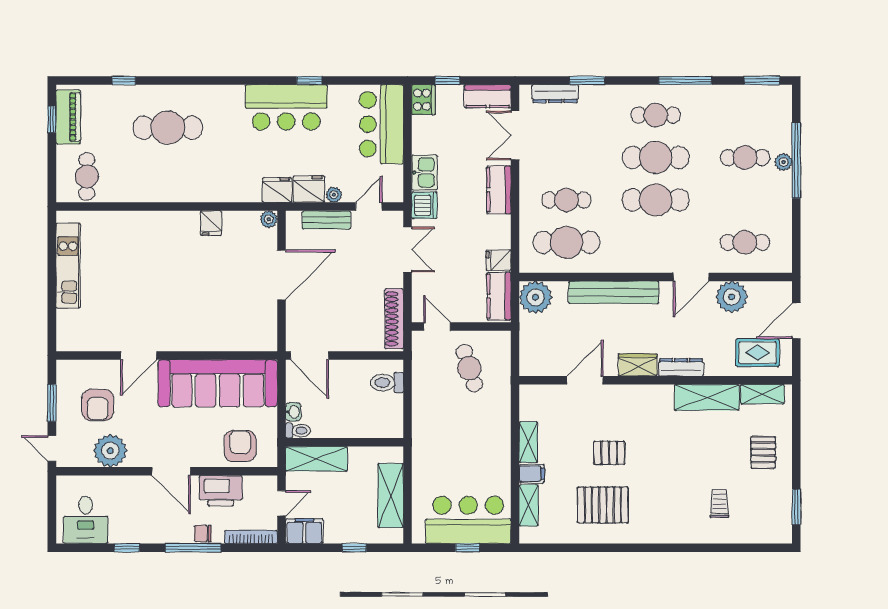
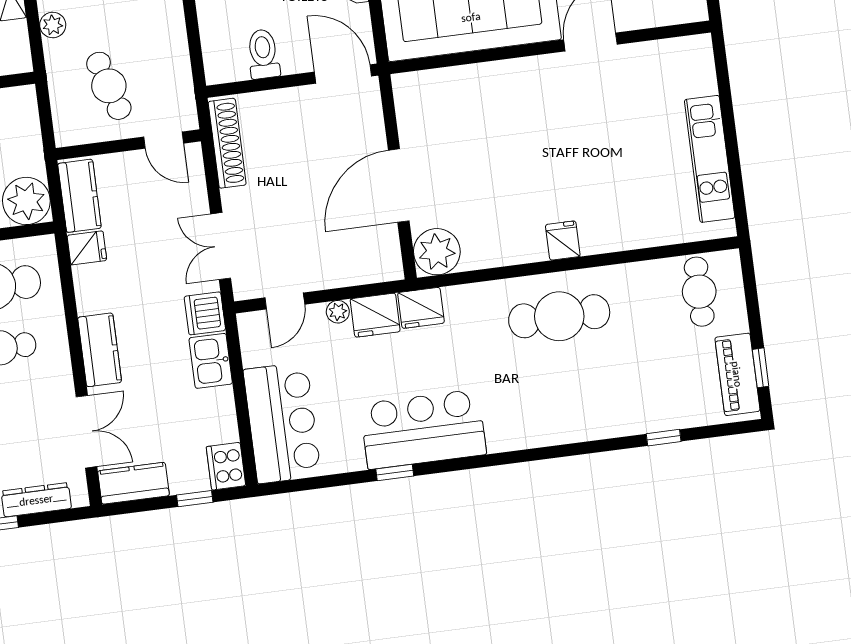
cafe table: (168, 128) -> (559, 316), moved
plant: (269, 219) -> (437, 252), width x1.88, depth x1.88
bench: (327, 220) -> (344, 274), removed
fridge: (211, 223) -> (563, 241), moved
toilet: (387, 382) -> (263, 54), moved, turned -90
plant: (502, 414) -> (53, 25), added

